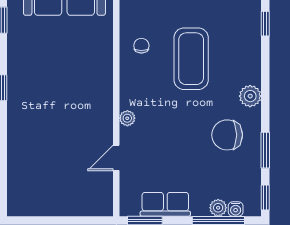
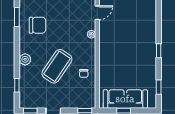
coffee table: (191, 59) -> (57, 66), turned 34
plant: (250, 96) -> (25, 59), moved

